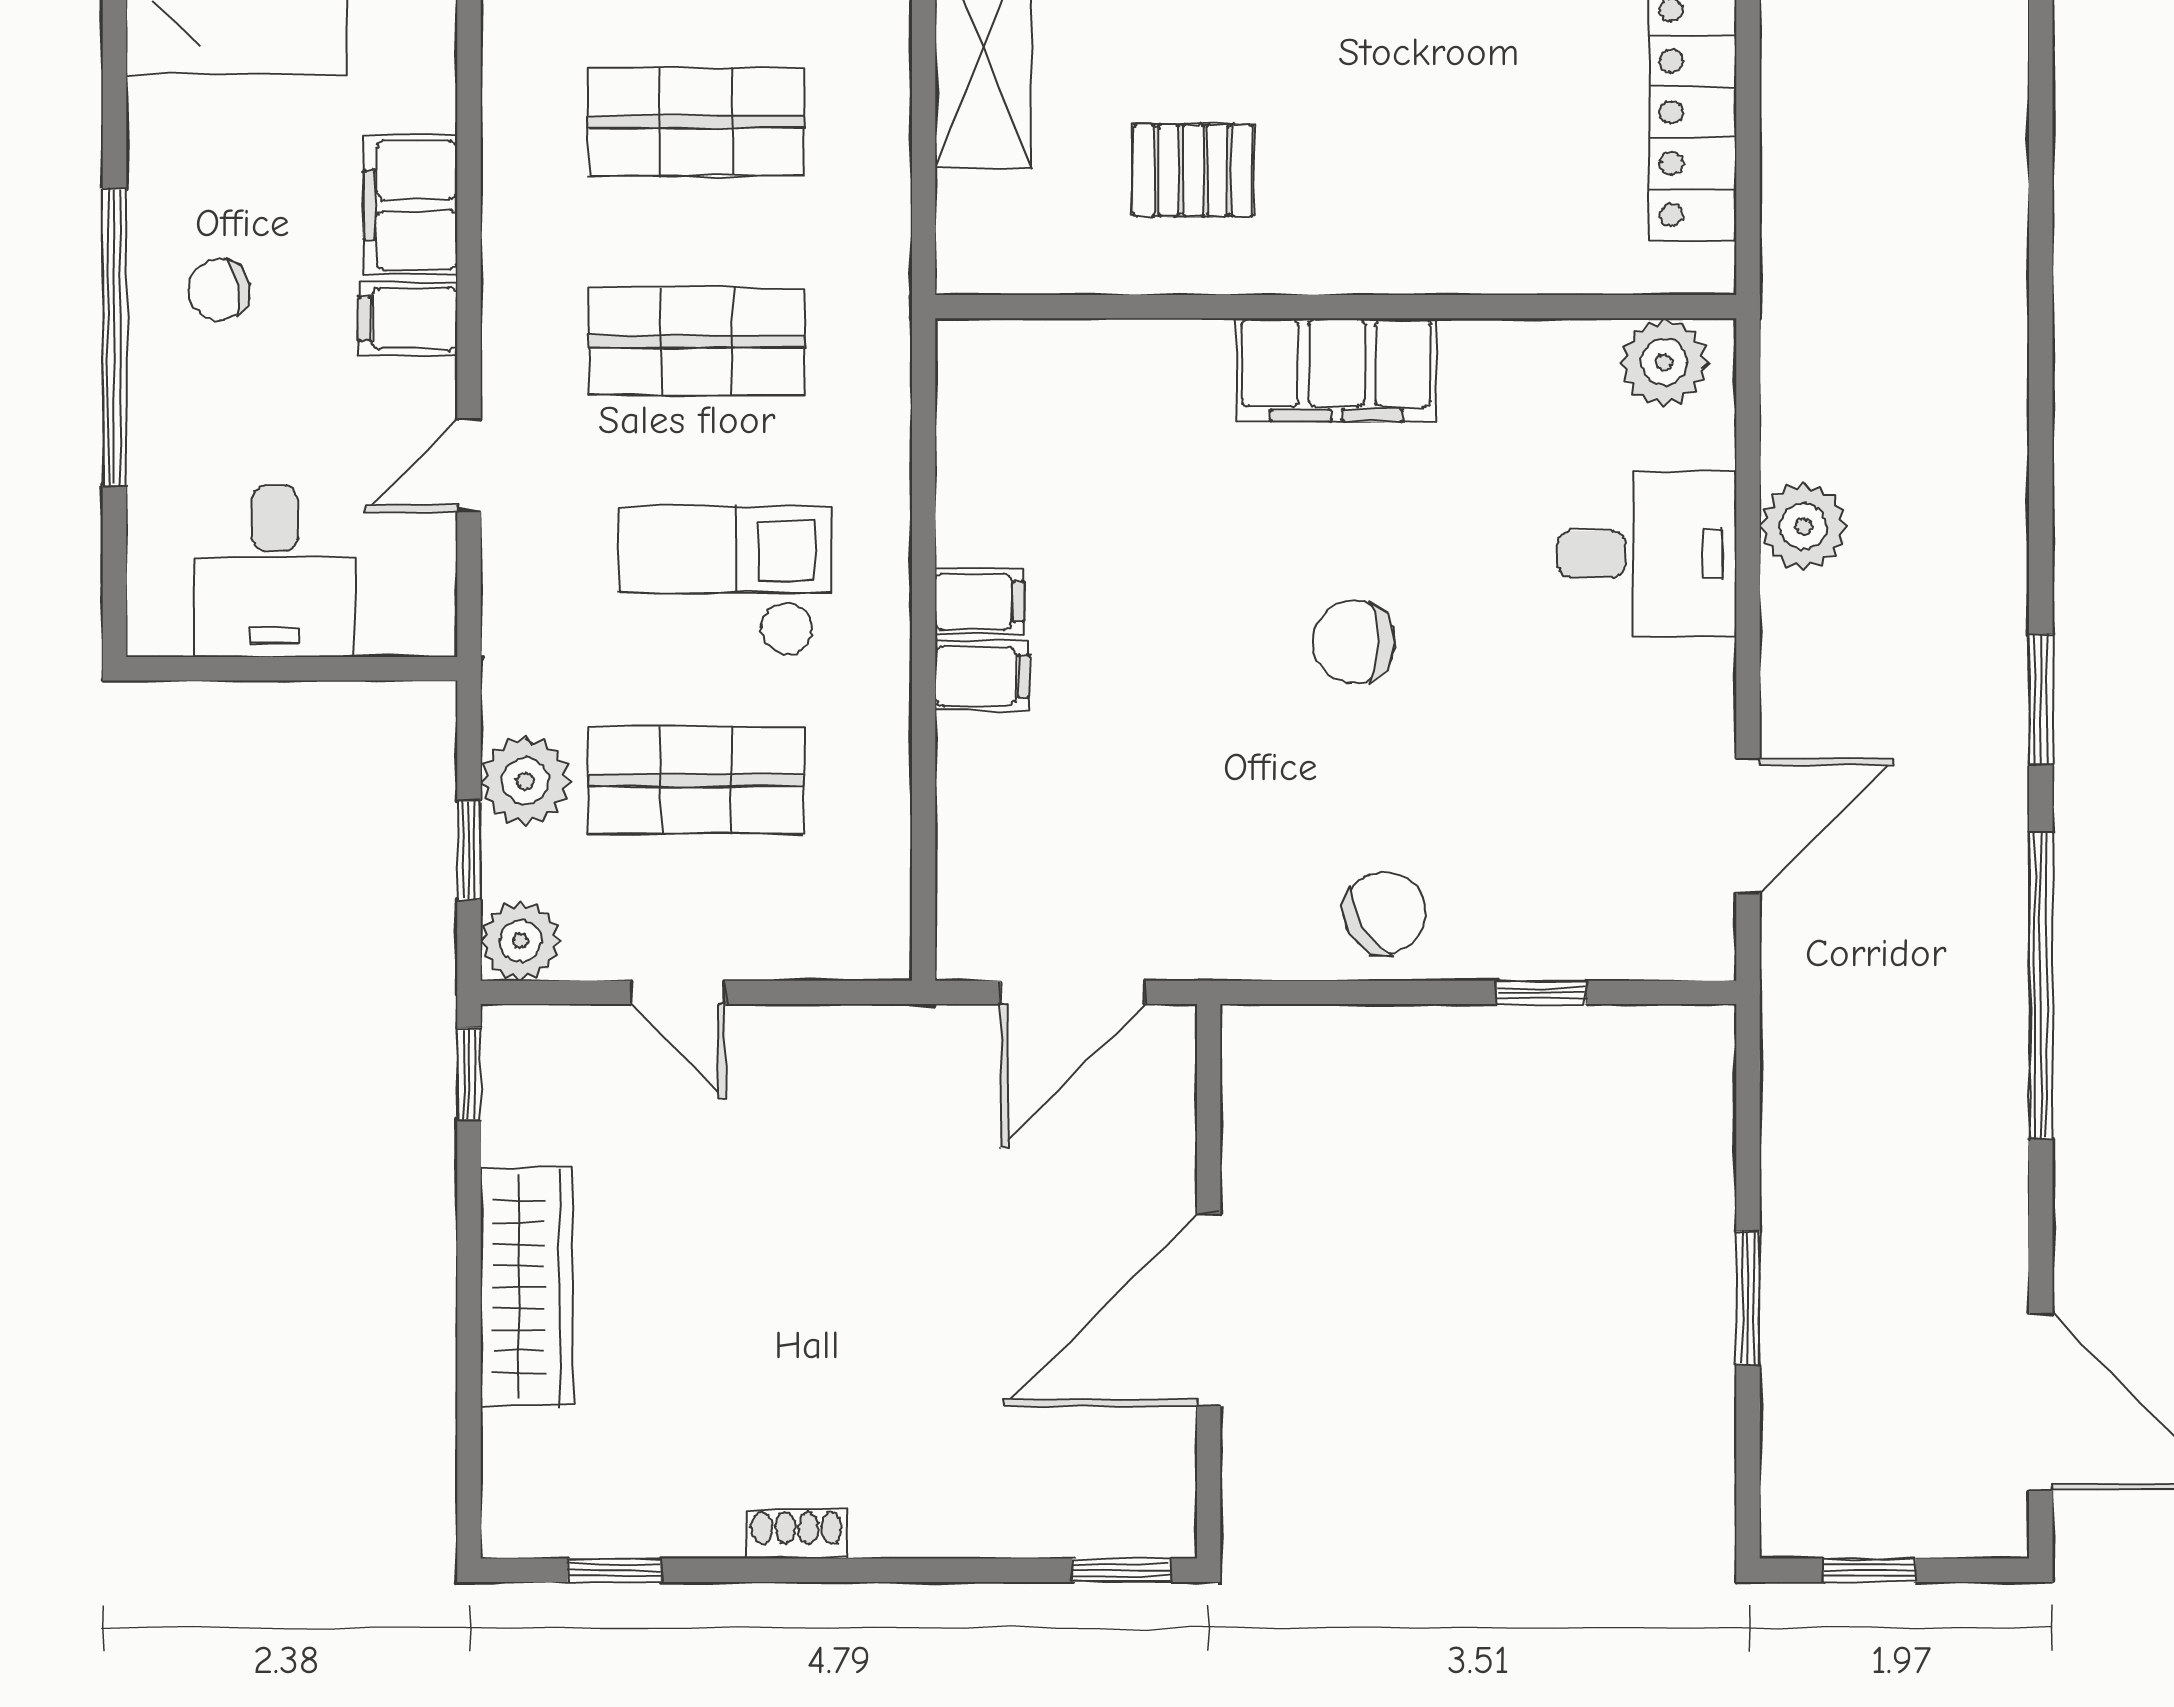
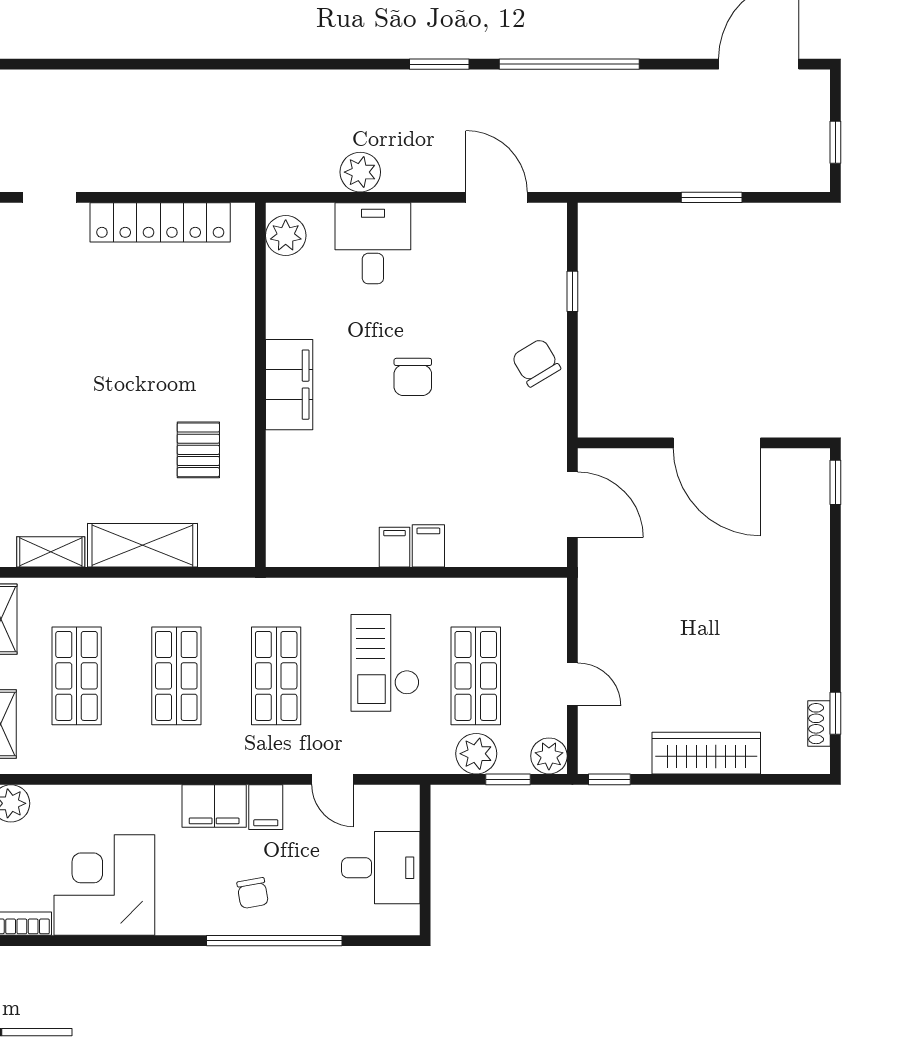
door: (678, 992) -> (572, 684), hinge flipped
shoe rack: (797, 1534) -> (819, 724), moved

